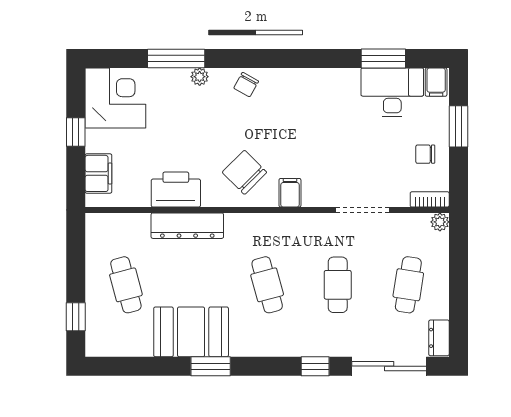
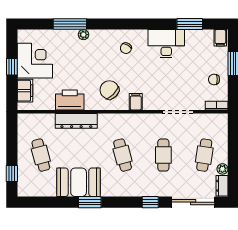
chair: (246, 85) -> (126, 48), moved
desk: (392, 92) -> (166, 44), moved
corner desk: (115, 98) -> (35, 61), moved
plant: (440, 222) -> (222, 169), moved

